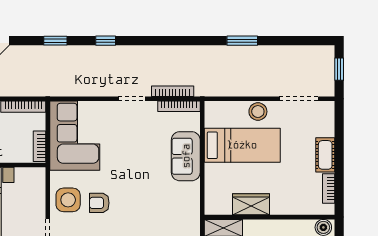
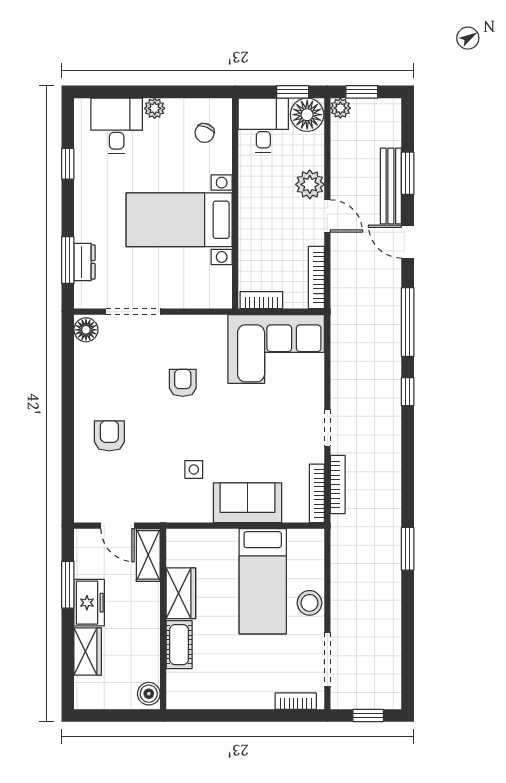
window: (55, 41) -> (408, 322), width x2.17
window: (242, 41) -> (408, 549), moved
cot: (325, 155) -> (179, 645), moved, turned 90
bookcase: (329, 188) -> (296, 701), moved
side table: (68, 200) -> (194, 469), moved, width x0.54, depth x0.54

